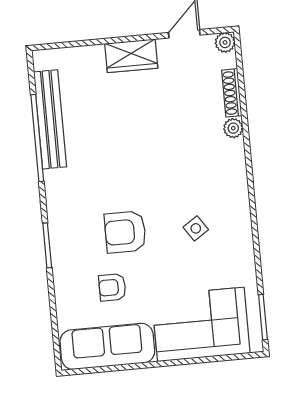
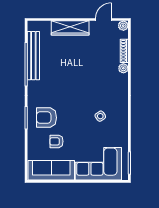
wardrobe: (131, 56) -> (70, 28), width x1.50
armchair: (125, 232) -> (46, 118), moved

